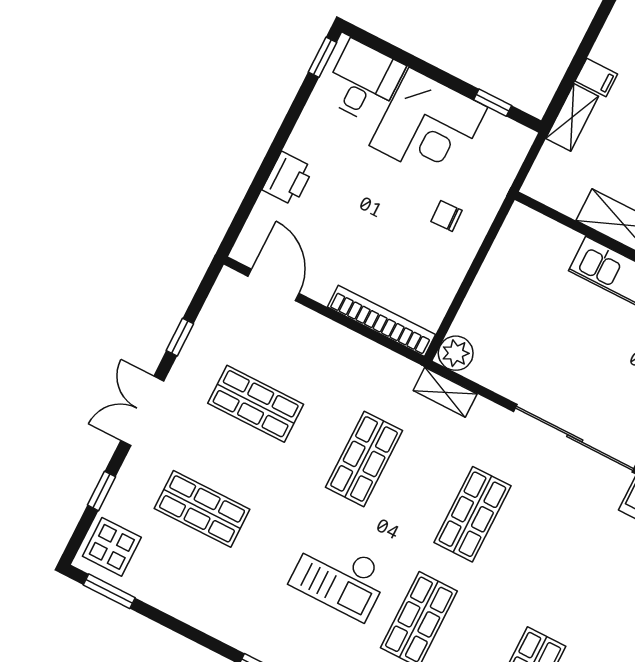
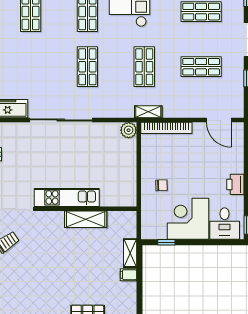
printer: (288, 179) -> (235, 184), moved
shelving: (445, 392) -> (148, 112), moved

